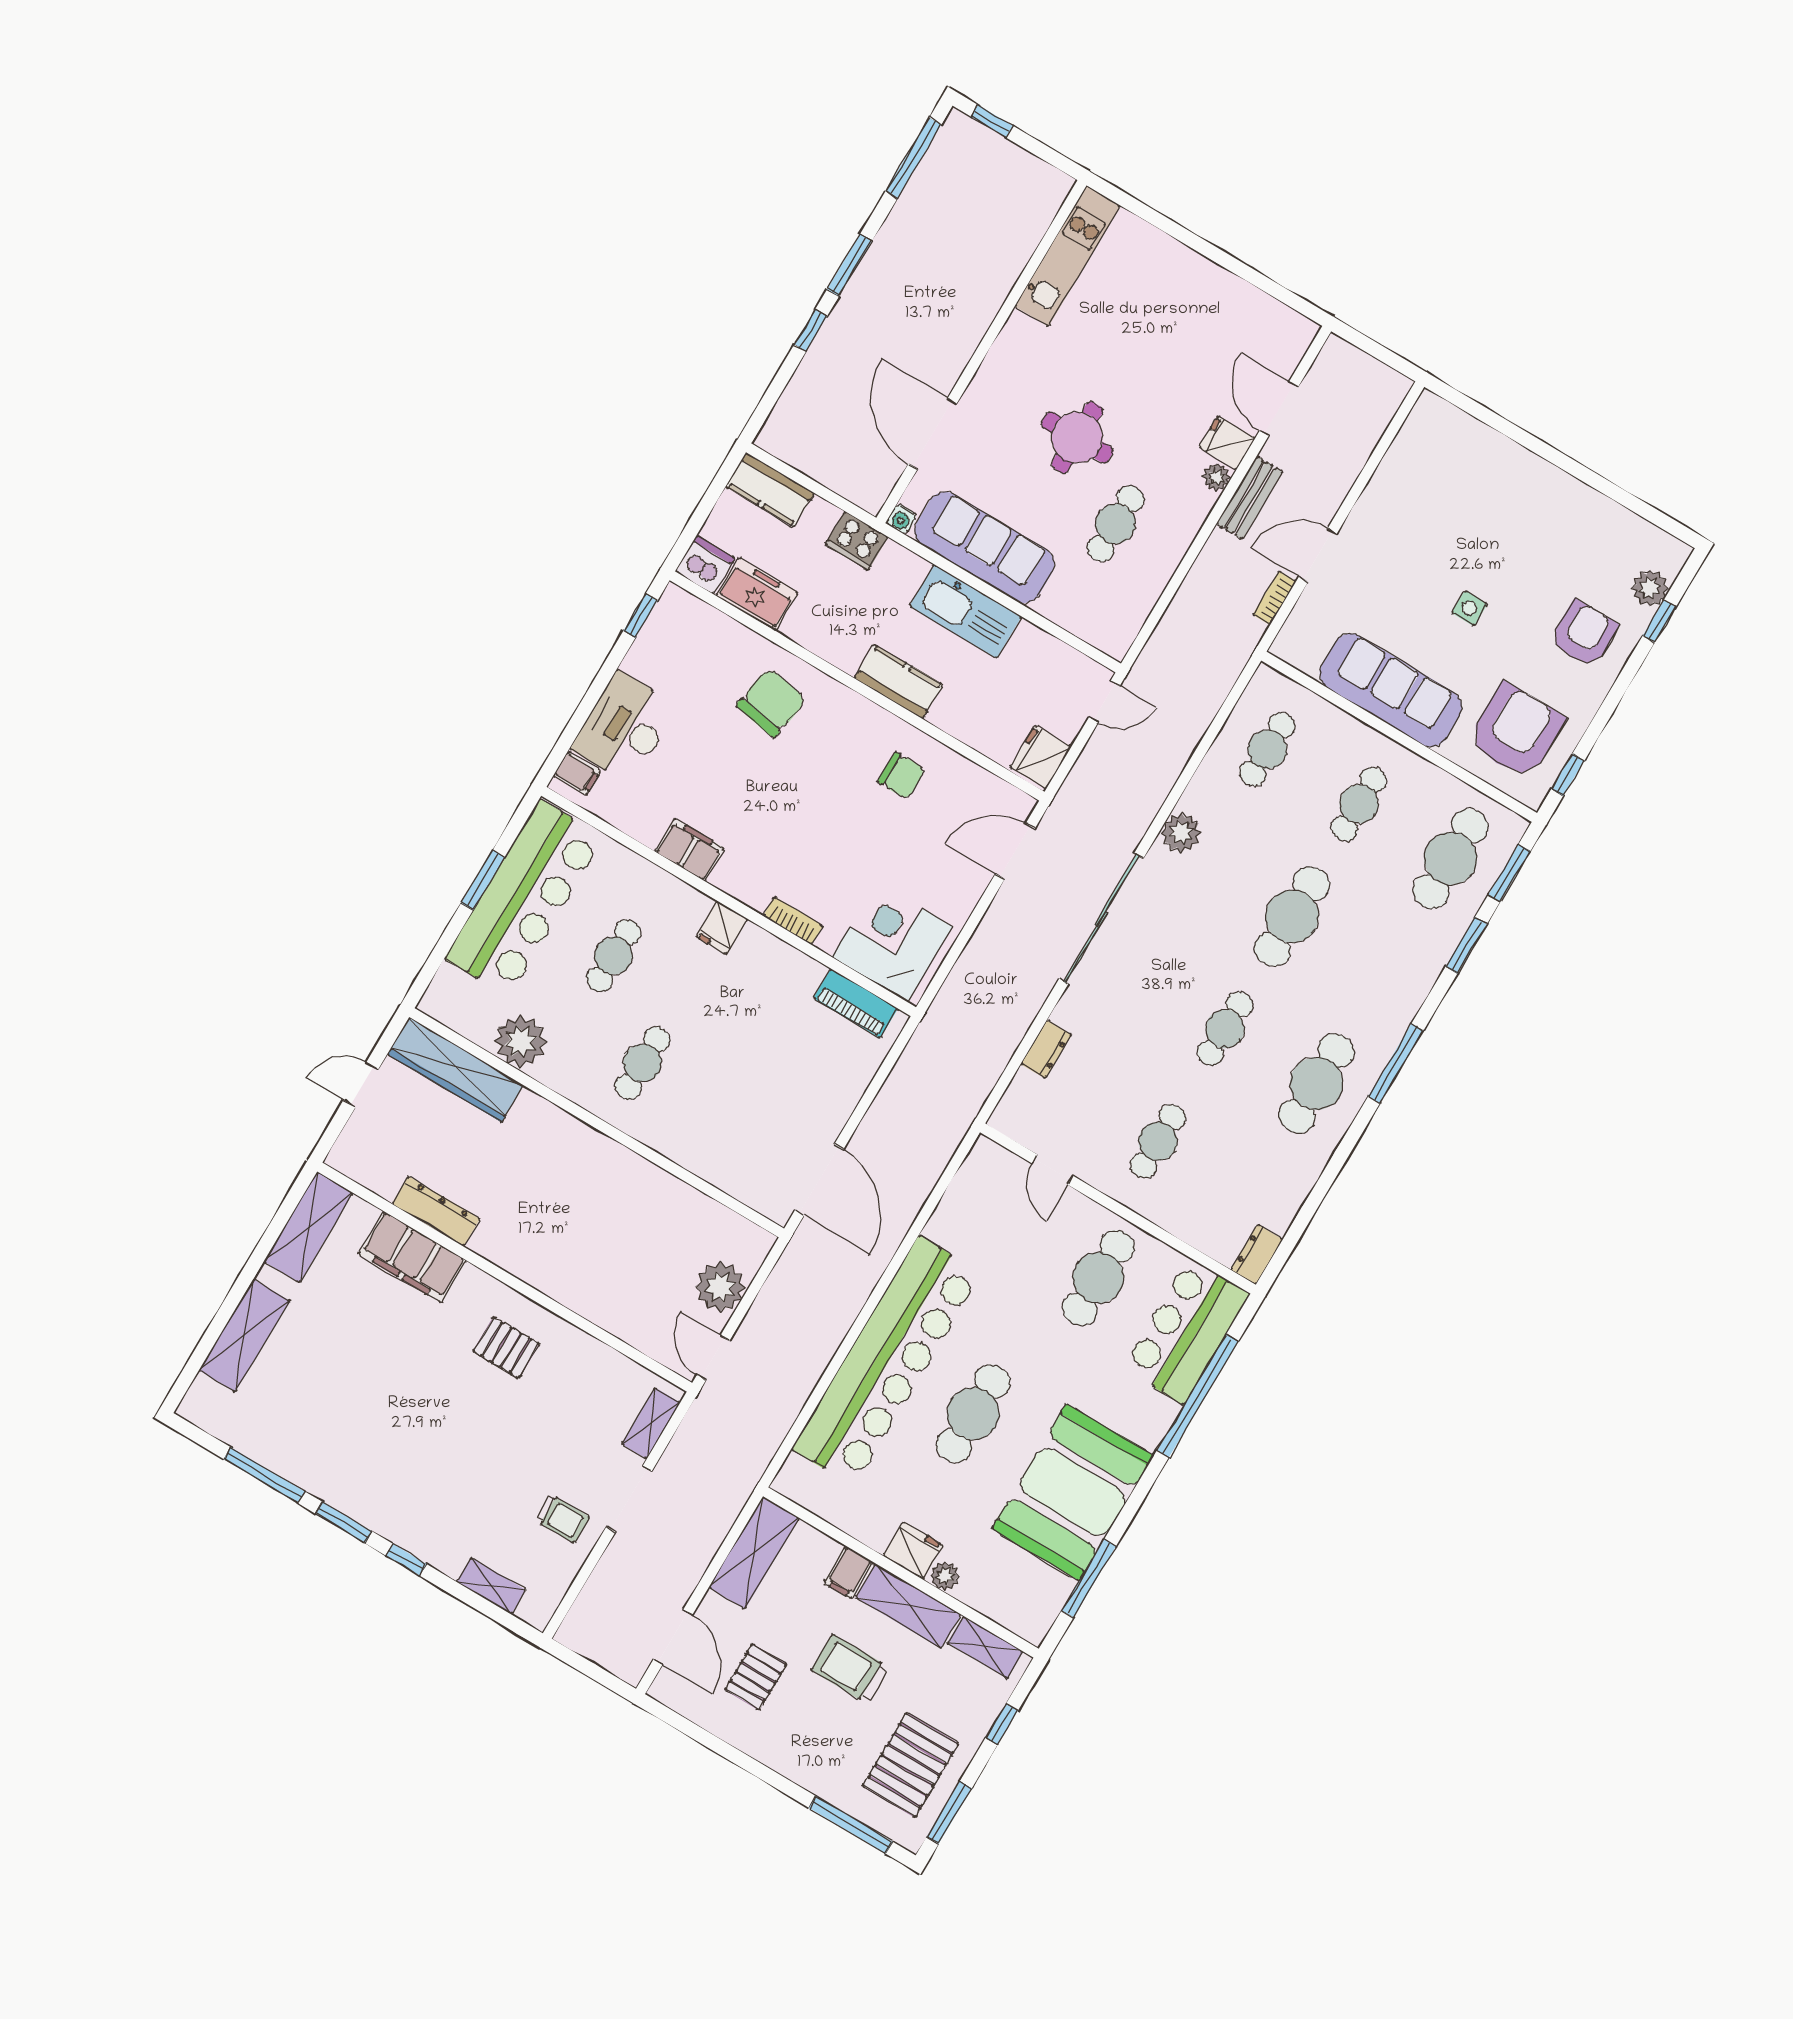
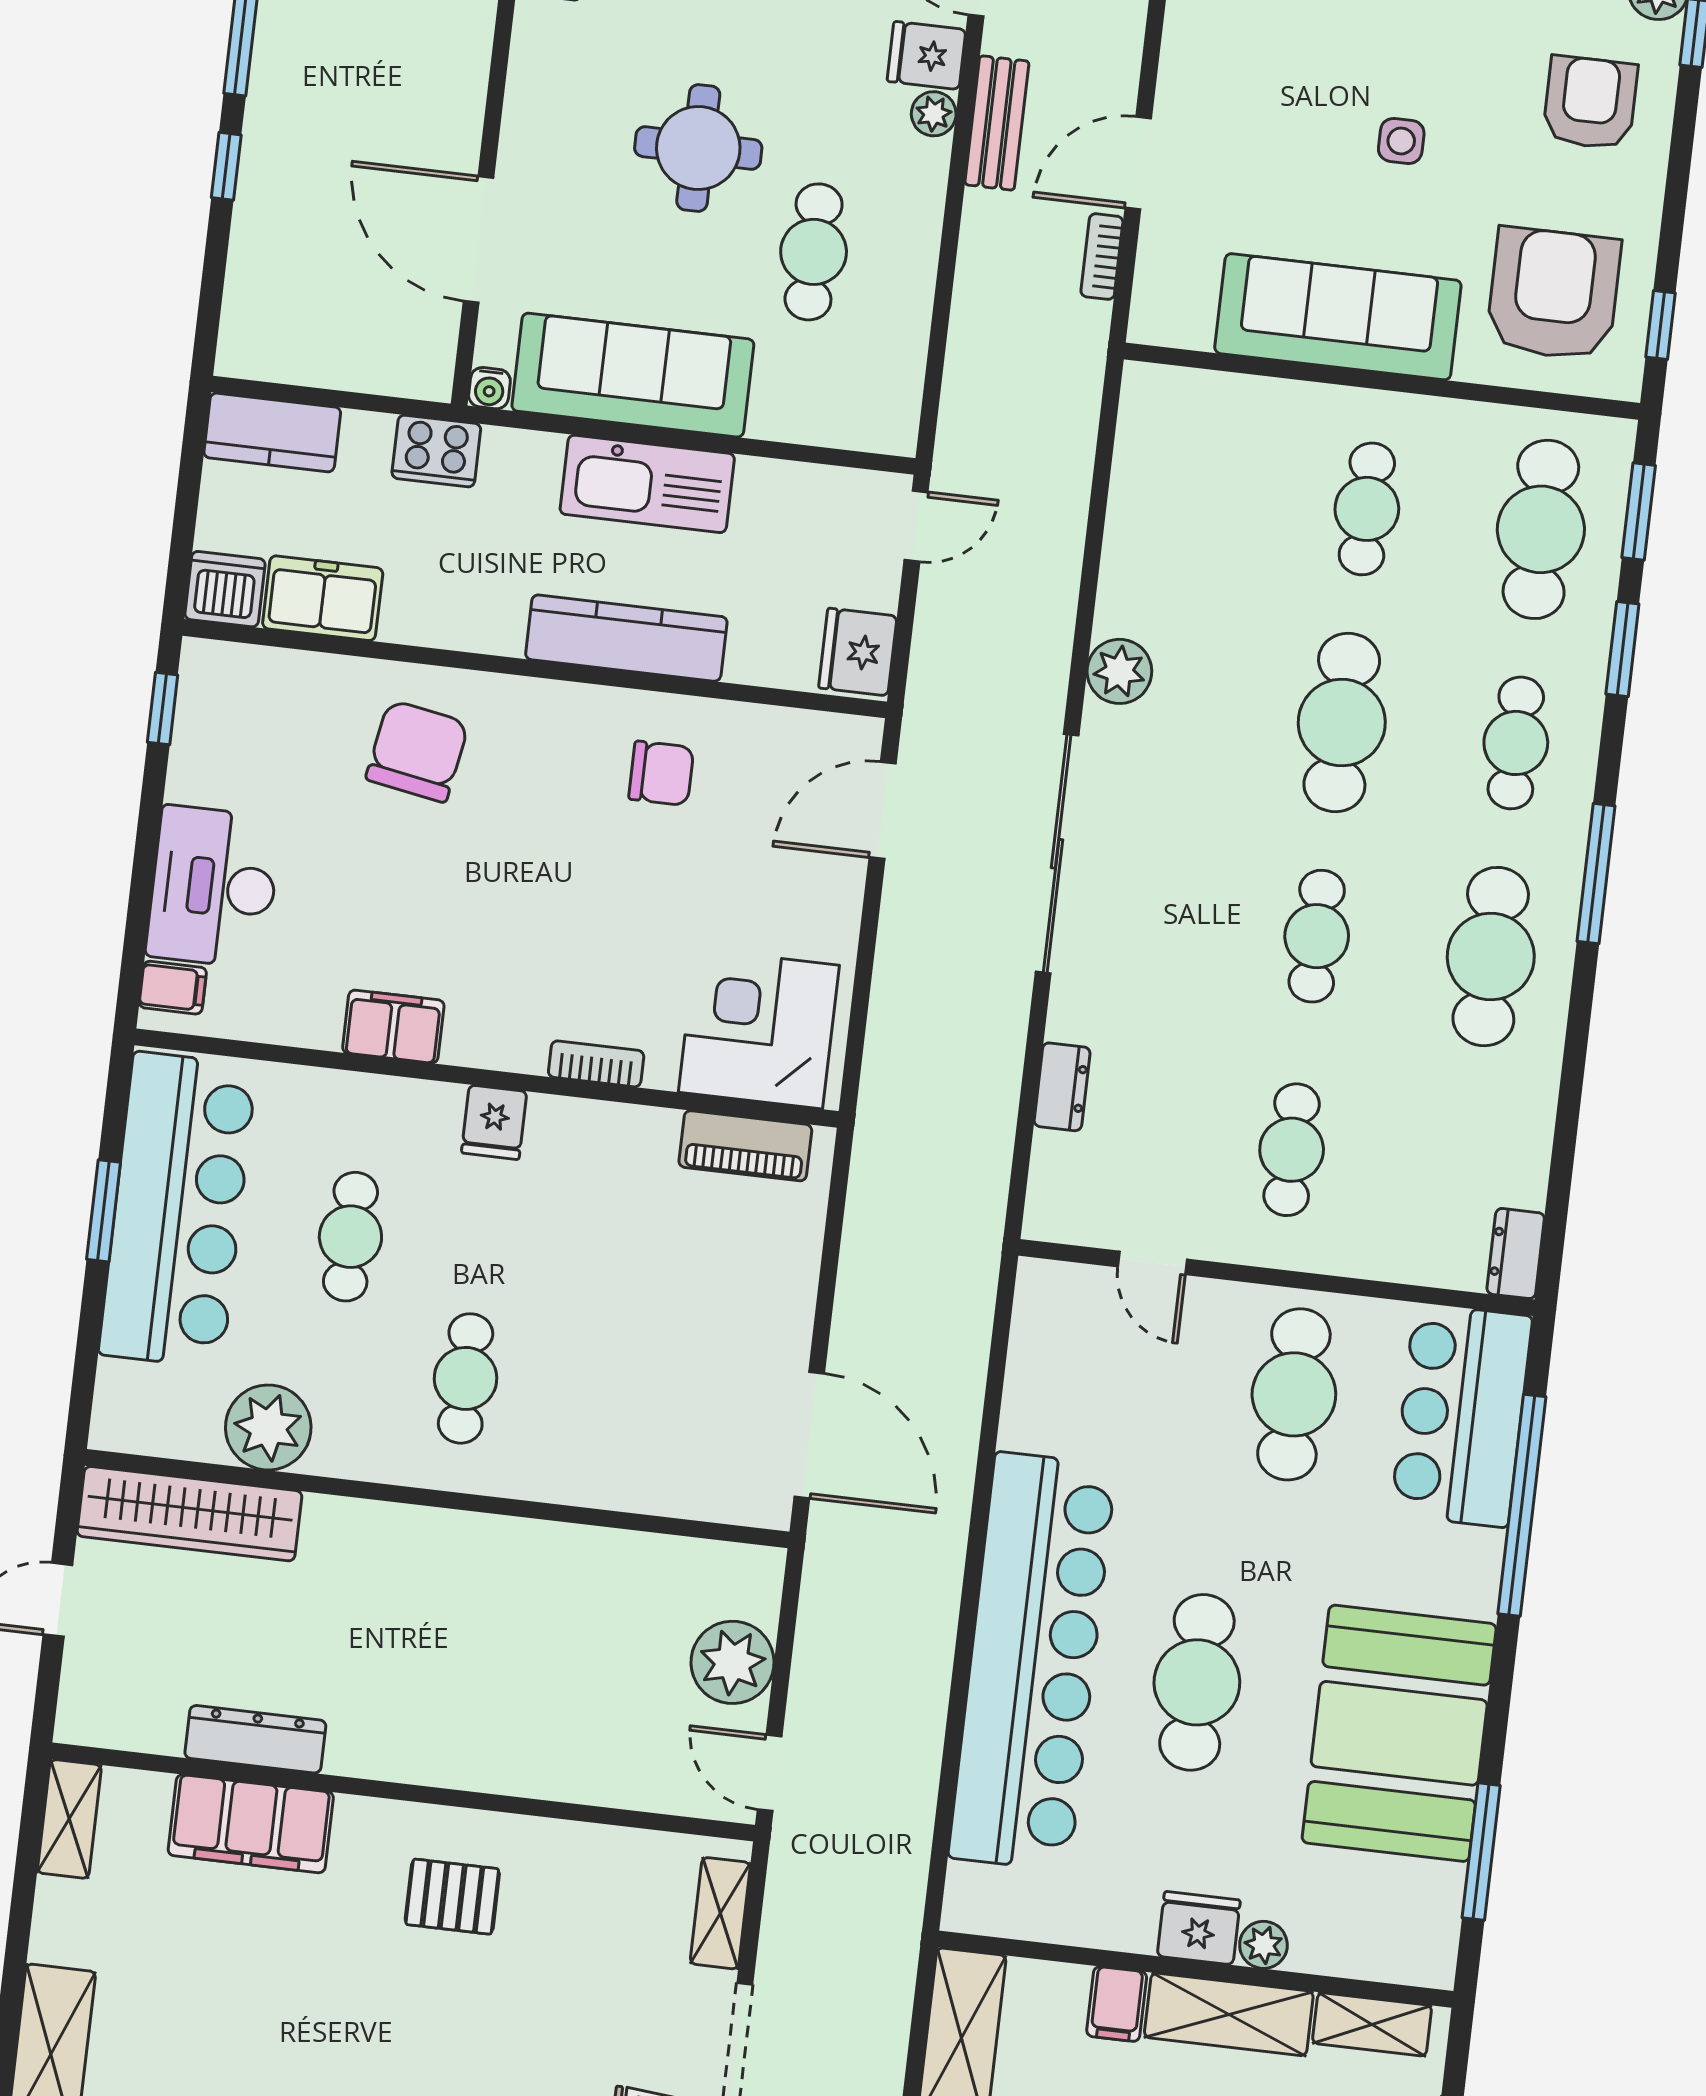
kitchen counter: (898, 682) -> (626, 638), width x1.50
cafe table: (1267, 749) -> (1516, 743), moved
shelving: (308, 1227) -> (69, 1819), width x0.67, depth x0.75

